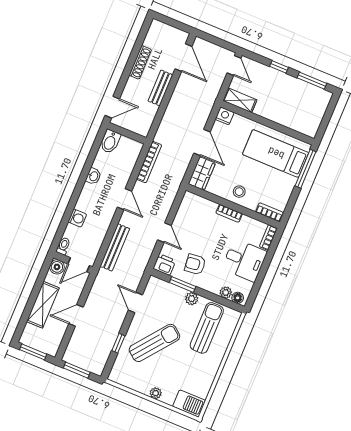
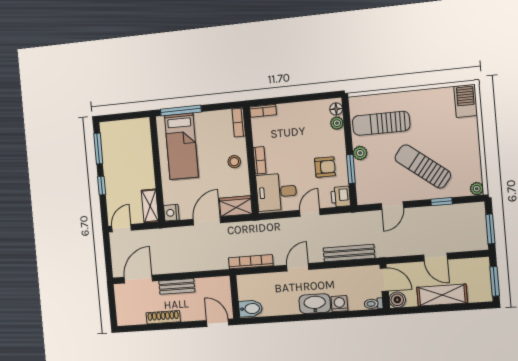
washbasin: (93, 176) -> (315, 304), moved, width x1.91, depth x1.45
desk: (244, 260) -> (276, 192), moved, turned -90
armchair: (195, 264) -> (325, 167), turned -84
plant: (156, 393) -> (477, 189), moved

